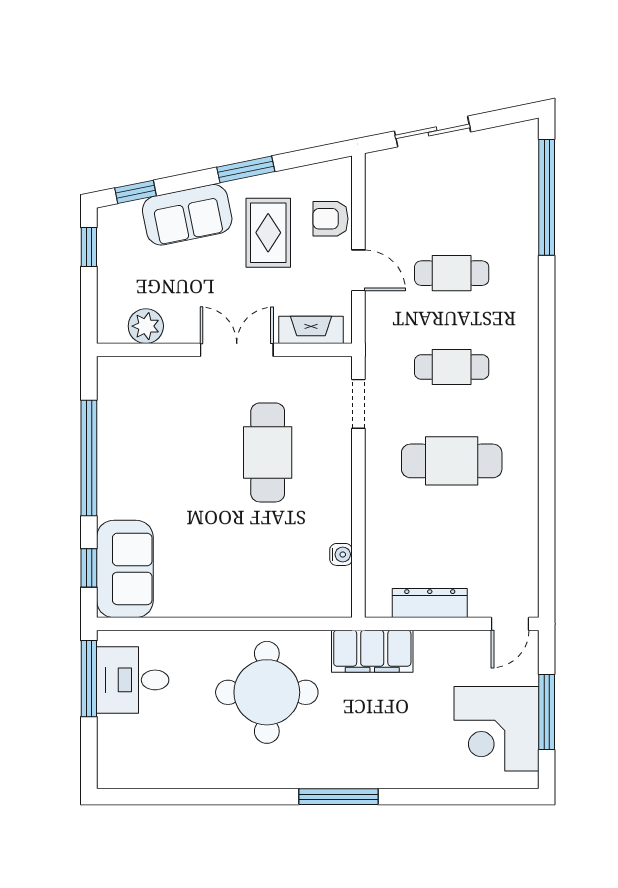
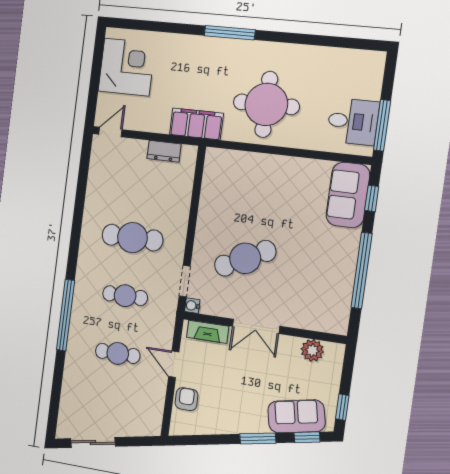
sliding door: (433, 131) -> (93, 442), moved
window: (246, 169) -> (258, 438), moved
window: (547, 197) -> (66, 315), moved
sofa: (187, 215) -> (296, 416), moved
armchair: (331, 219) -> (186, 399), turned -90
rug: (268, 233) -> (226, 397), removed
cafe table: (268, 452) -> (245, 258), turned 63
water cooler: (341, 554) -> (192, 306), moved
dresser: (430, 603) -> (164, 151), width x0.70
window: (547, 712) -> (95, 75), removed

